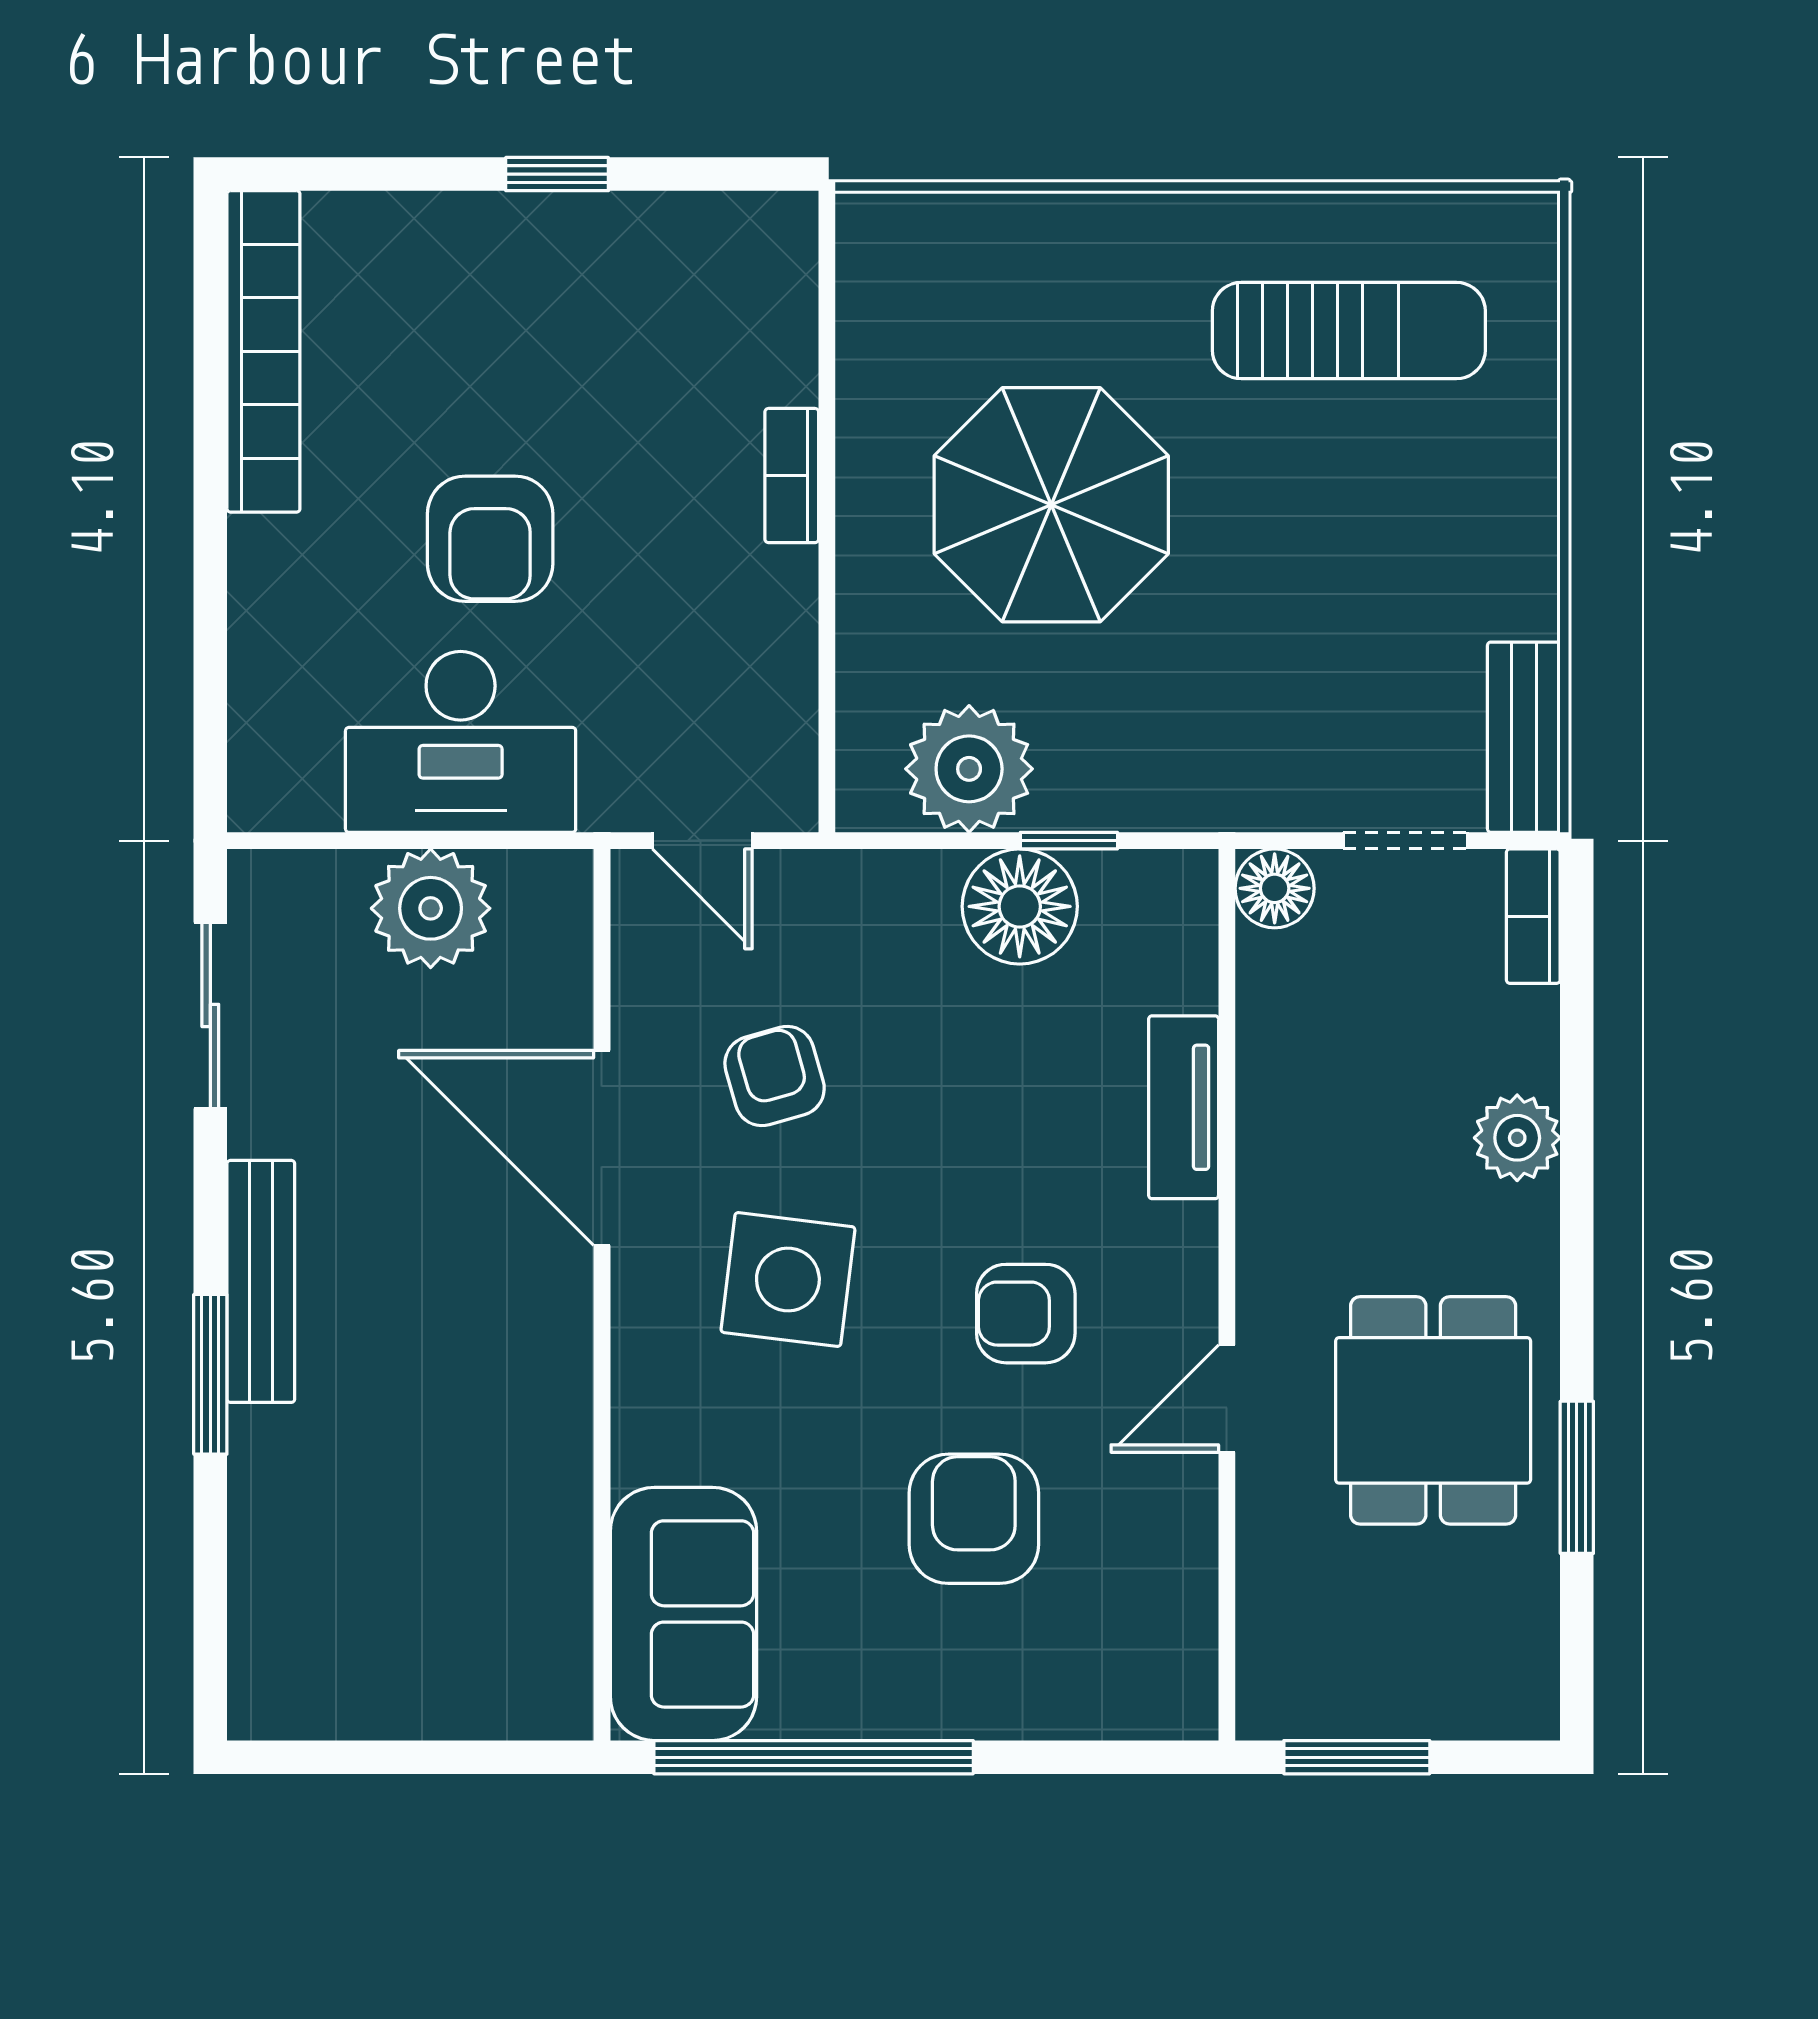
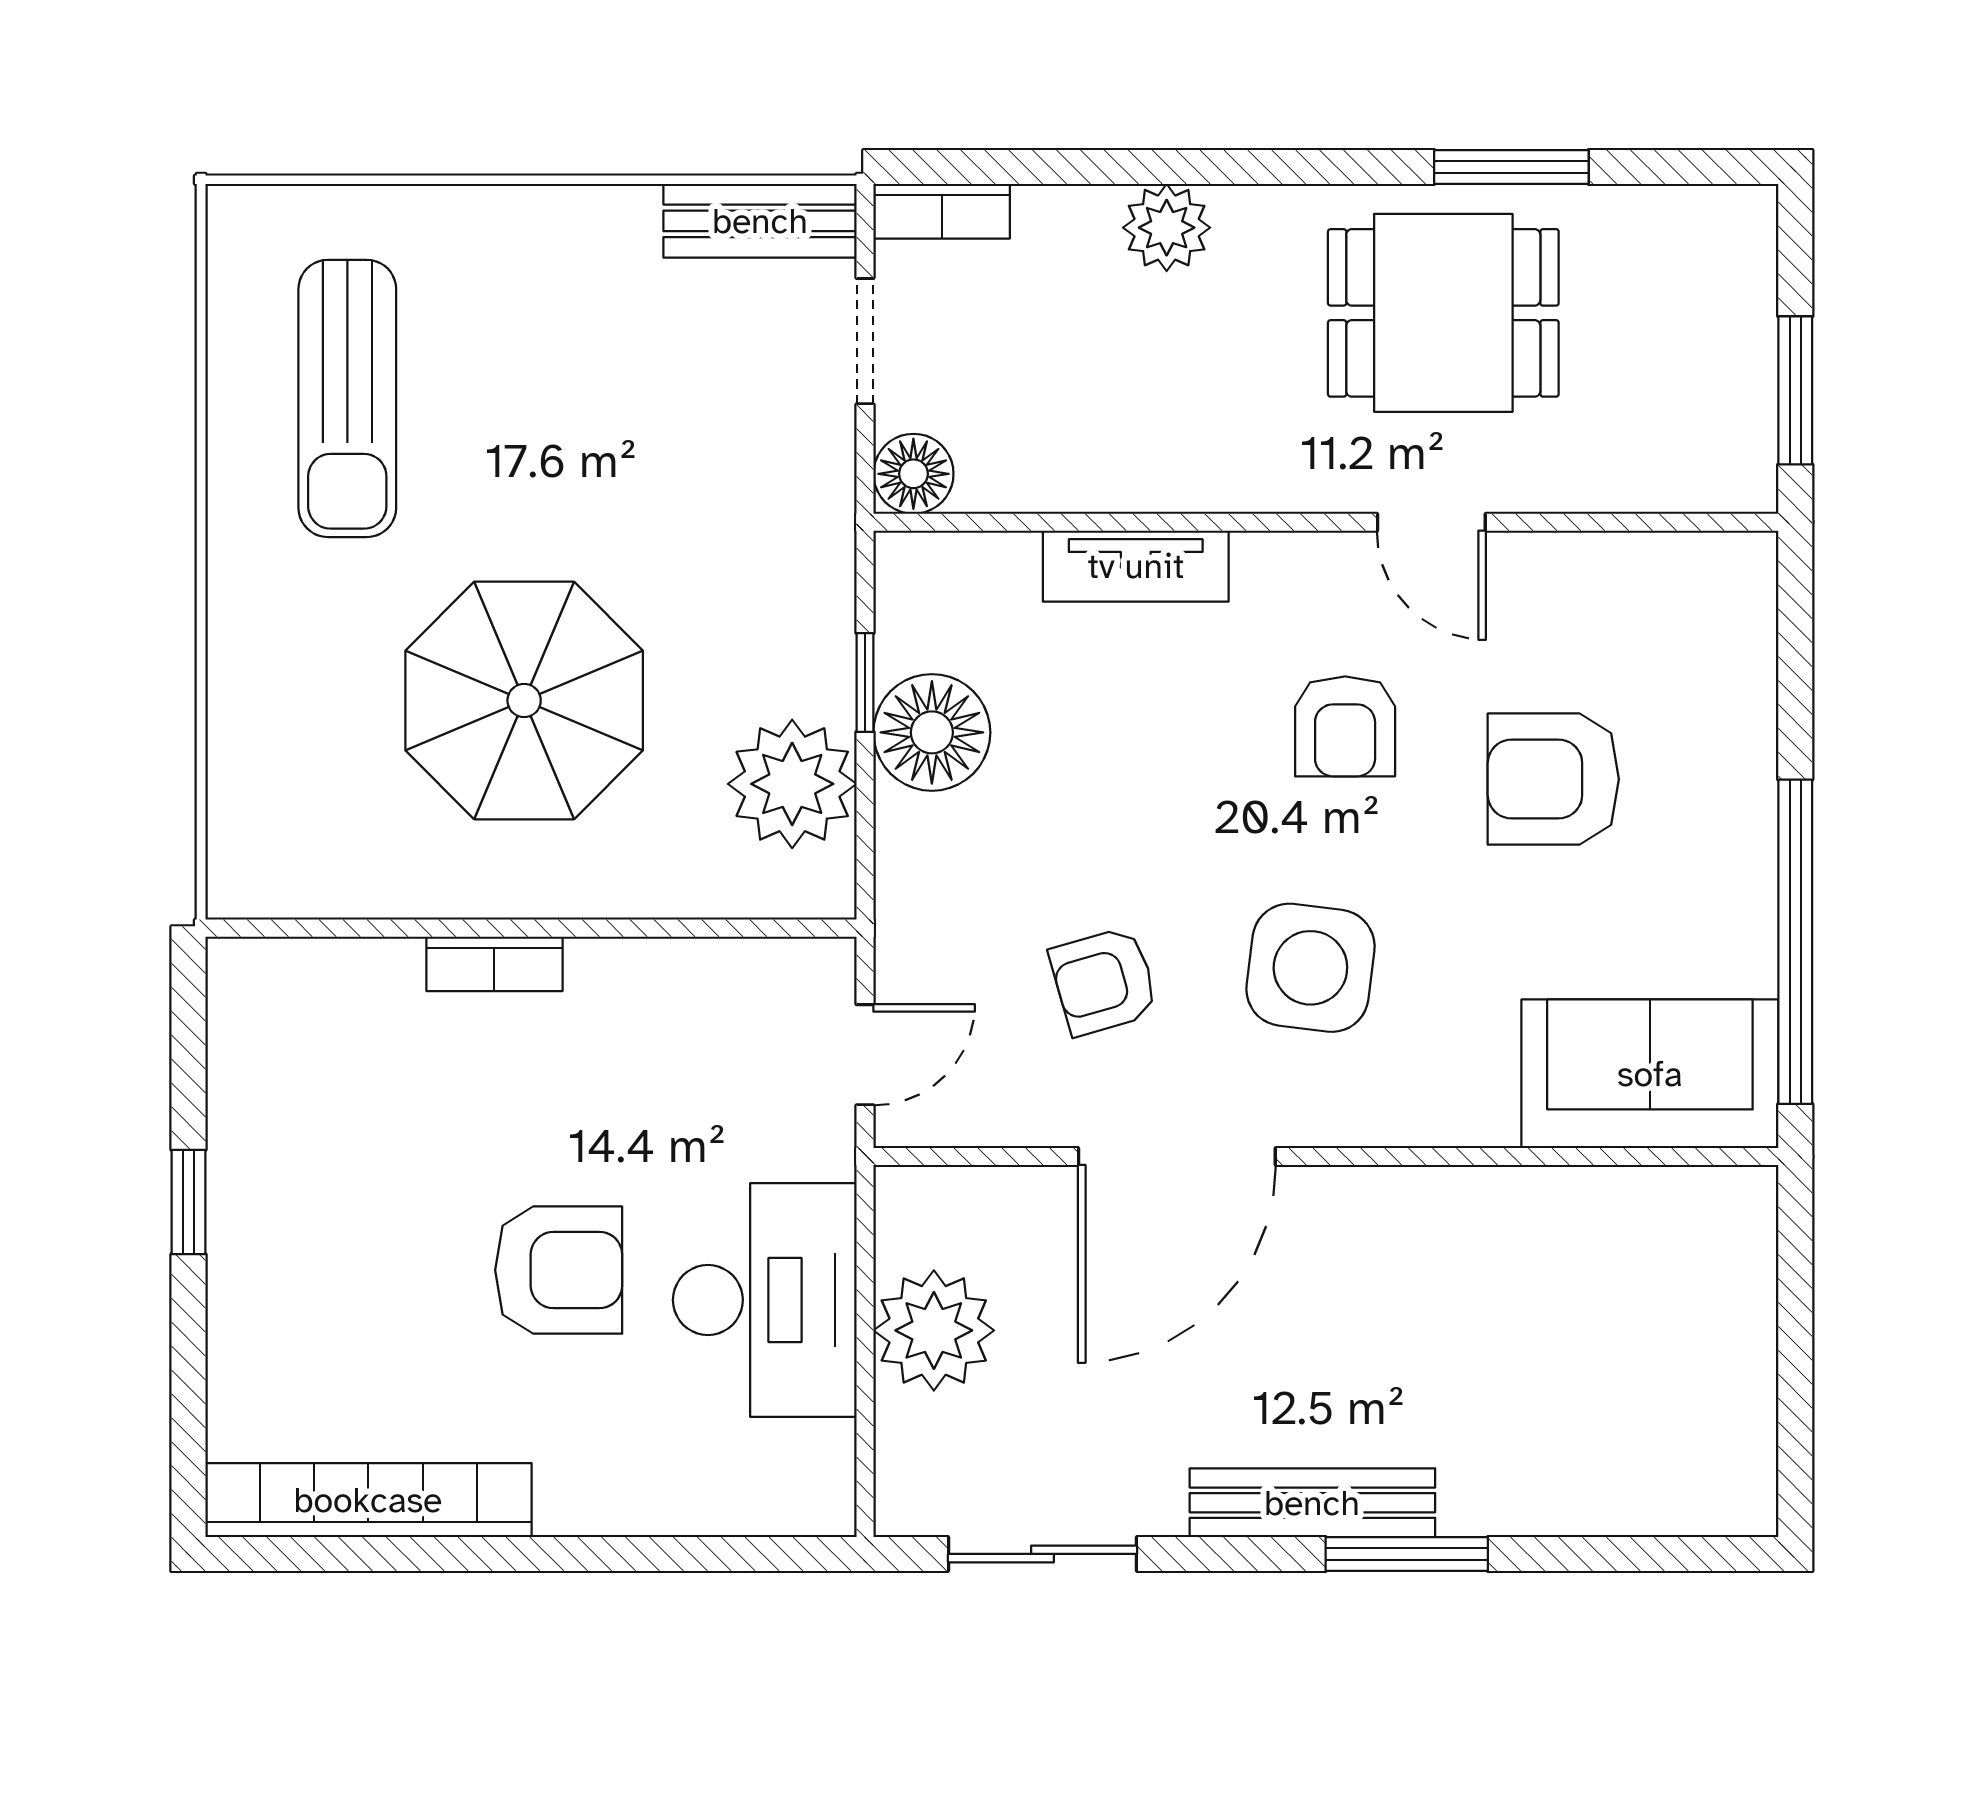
sun lounger: (1349, 331) -> (347, 398), turned 180

